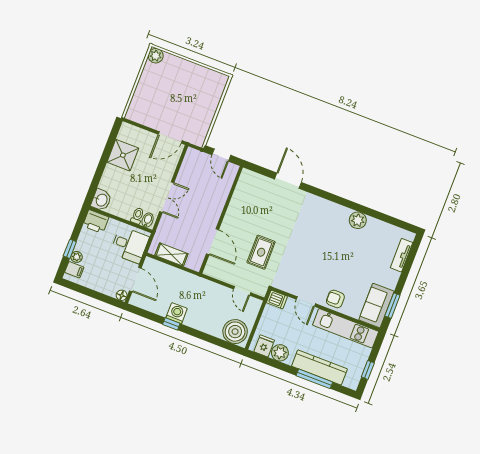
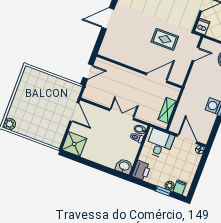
shower: (123, 155) -> (74, 144), moved
door: (135, 279) -> (187, 139), hinge flipped

